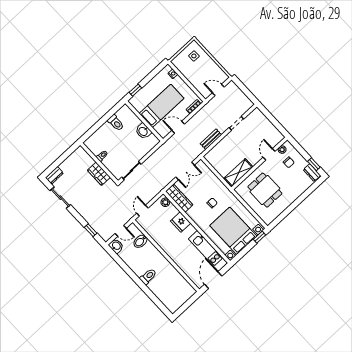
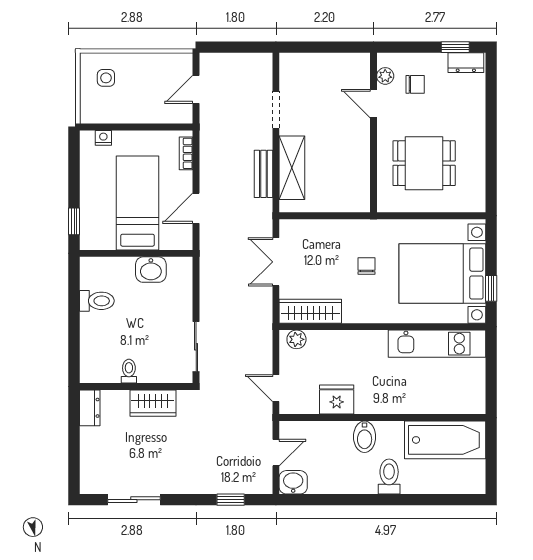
double door: (185, 171) -> (276, 262), swing flipped
shelving: (239, 173) -> (292, 168), moved
dresser: (54, 175) -> (90, 408), moved
fridge: (181, 222) -> (337, 400), moved, turned 180
window: (260, 237) -> (491, 288), moved
bidet: (140, 241) -> (365, 437), moved
door: (213, 280) -> (491, 378), removed
bathtub: (178, 284) -> (445, 440), added

